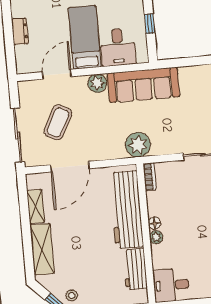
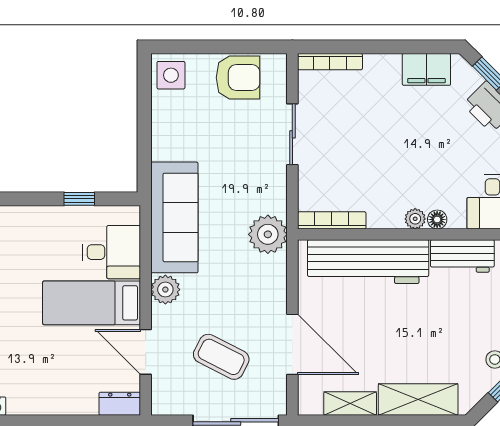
dresser: (20, 31) -> (120, 404), moved
bookcase: (150, 177) -> (332, 220), width x1.56
floor lamp: (154, 223) -> (437, 219), moved

